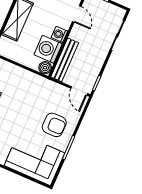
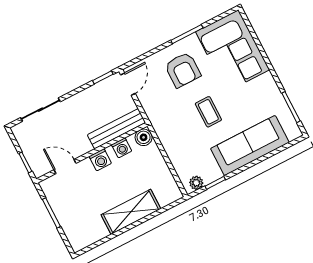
door: (77, 14) -> (65, 166), hinge flipped
washing machine: (48, 49) -> (122, 148), width x0.53, depth x0.53
coffee table: (20, 113) -> (208, 112), added
armchair: (54, 125) -> (183, 70), turned 180

